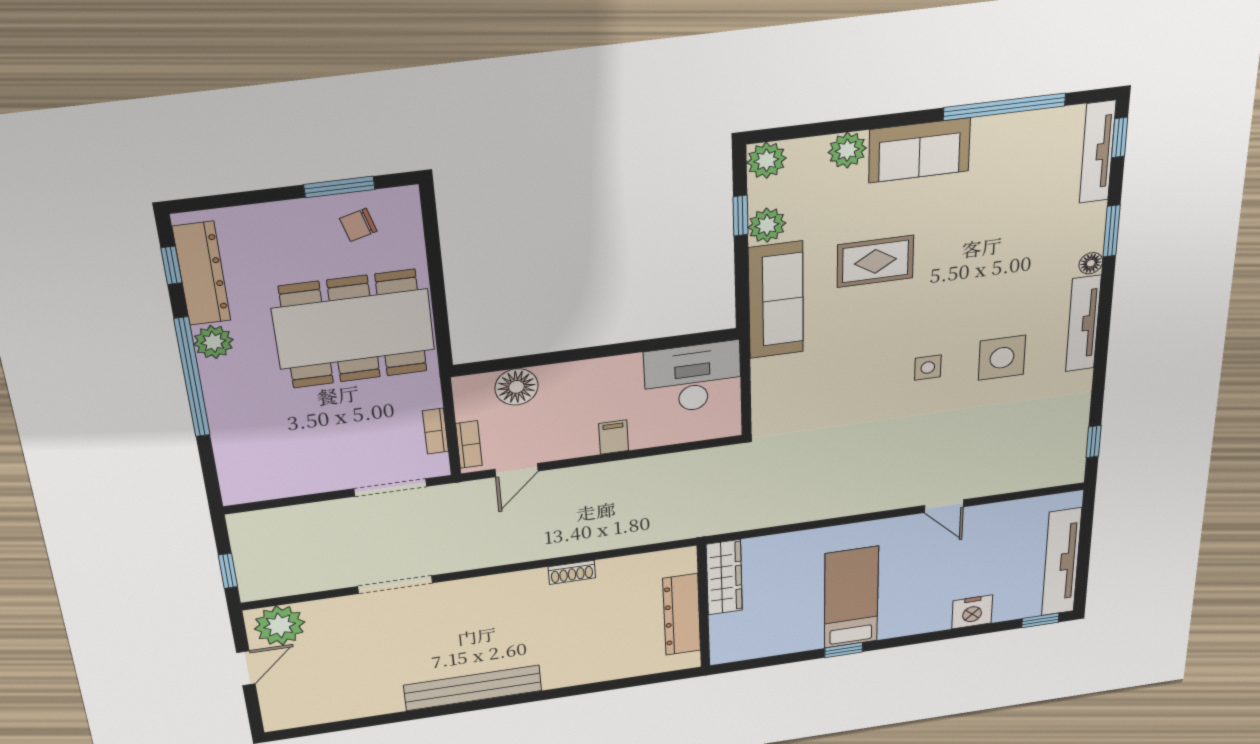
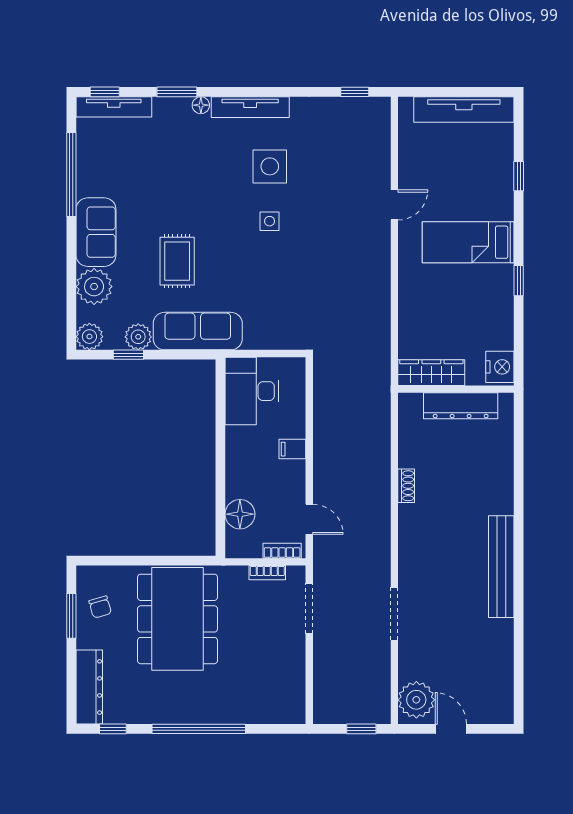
plant: (847, 150) -> (94, 287), width x1.36, depth x1.36
dresser: (202, 274) -> (89, 687), moved, turned 90
plant: (213, 342) -> (174, 711), removed
bed: (851, 598) -> (468, 242), moved
nightstand: (972, 612) -> (500, 367), moved
window: (1040, 620) -> (519, 176), moved

